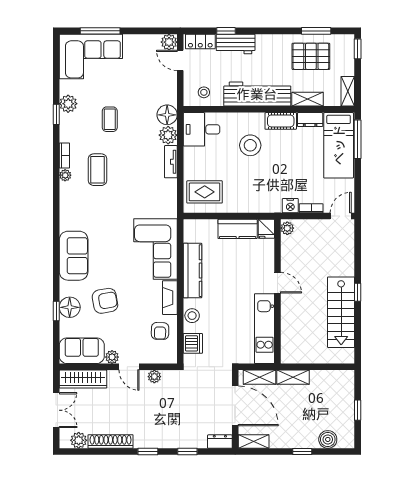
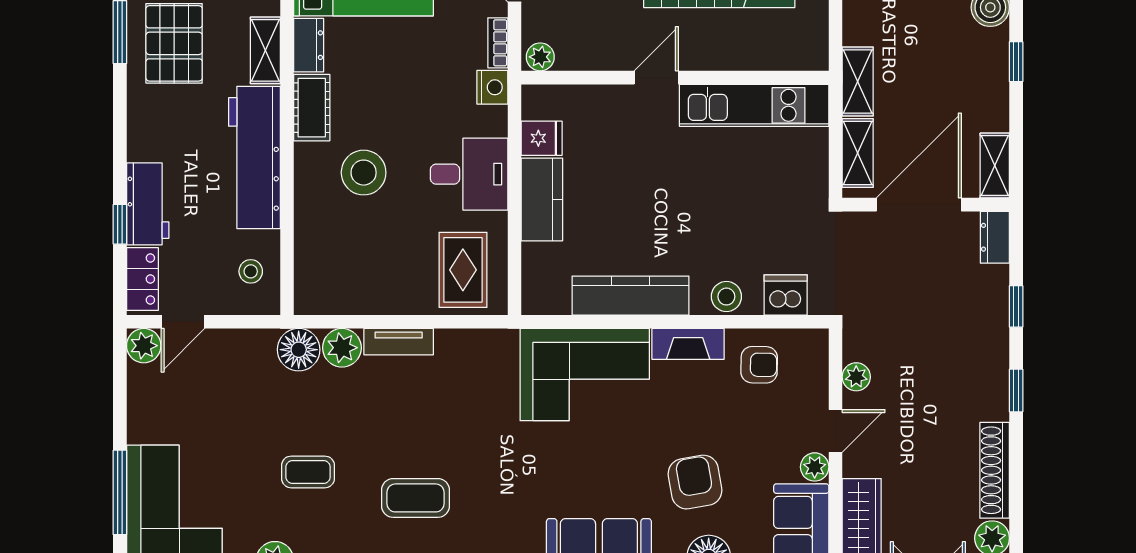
desk: (202, 129) -> (469, 174), moved, turned -90
plant: (287, 228) -> (540, 57), moved
door: (278, 283) -> (656, 78), moved
wall: (278, 291) -> (675, 78), moved
kitchen unit: (265, 329) -> (754, 105), moved

